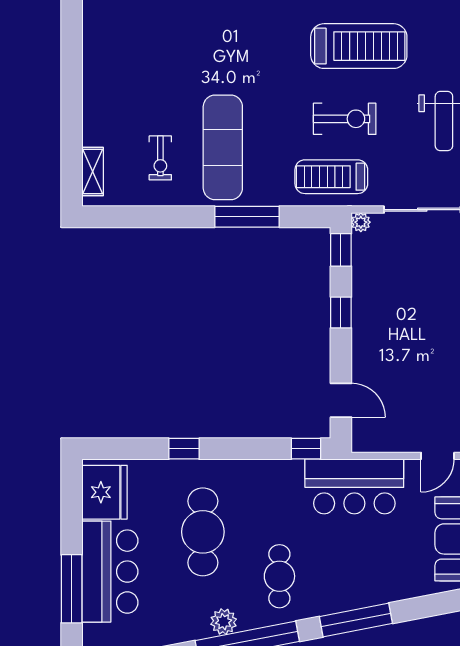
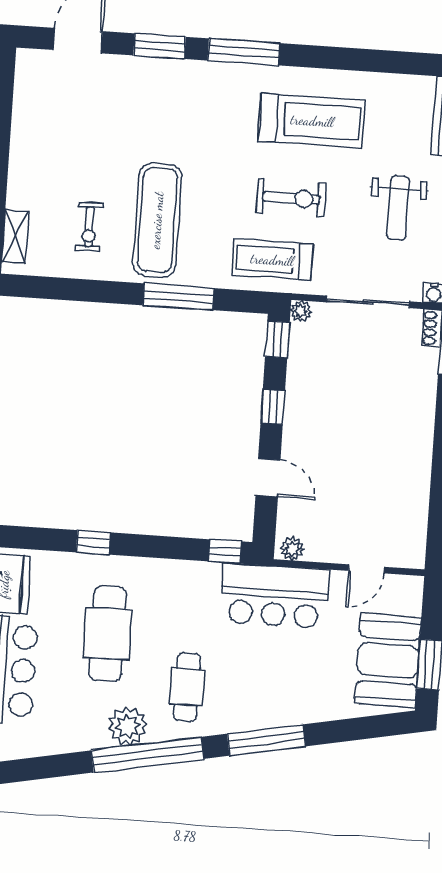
door: (341, 400) -> (268, 478), moved
plant: (368, 442) -> (292, 549), added
plant: (224, 622) -> (128, 726), width x1.36, depth x1.36

